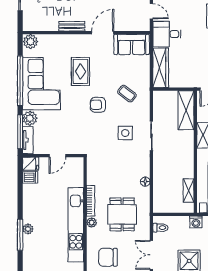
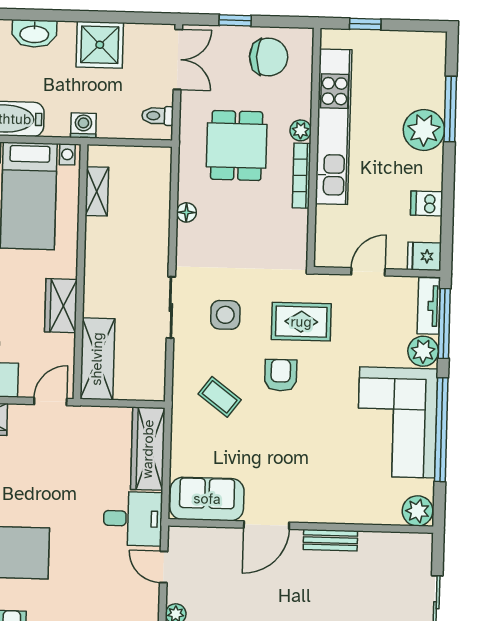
rug: (80, 71) -> (301, 322), moved, turned 90
armchair: (98, 105) -> (281, 375), turned -90
dishwasher: (30, 177) -> (427, 203), moved
plant: (28, 229) -> (424, 130), width x1.87, depth x1.87

